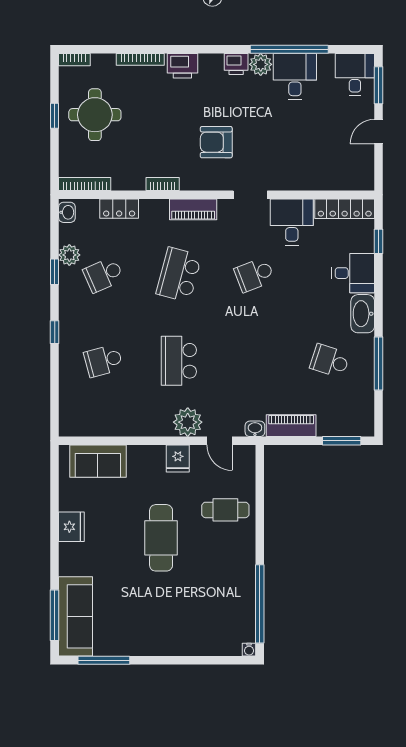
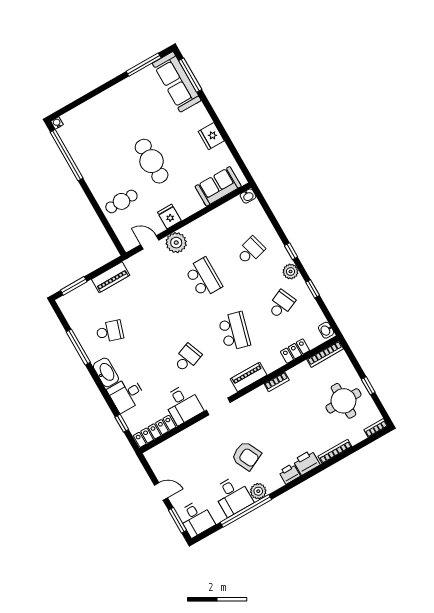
printer: (236, 64) -> (289, 474), moved
door: (379, 132) -> (161, 491), hinge flipped
armchair: (216, 142) -> (246, 456), moved, turned 64
plant: (69, 255) -> (291, 272), moved
washbasin: (255, 429) -> (248, 196), moved

